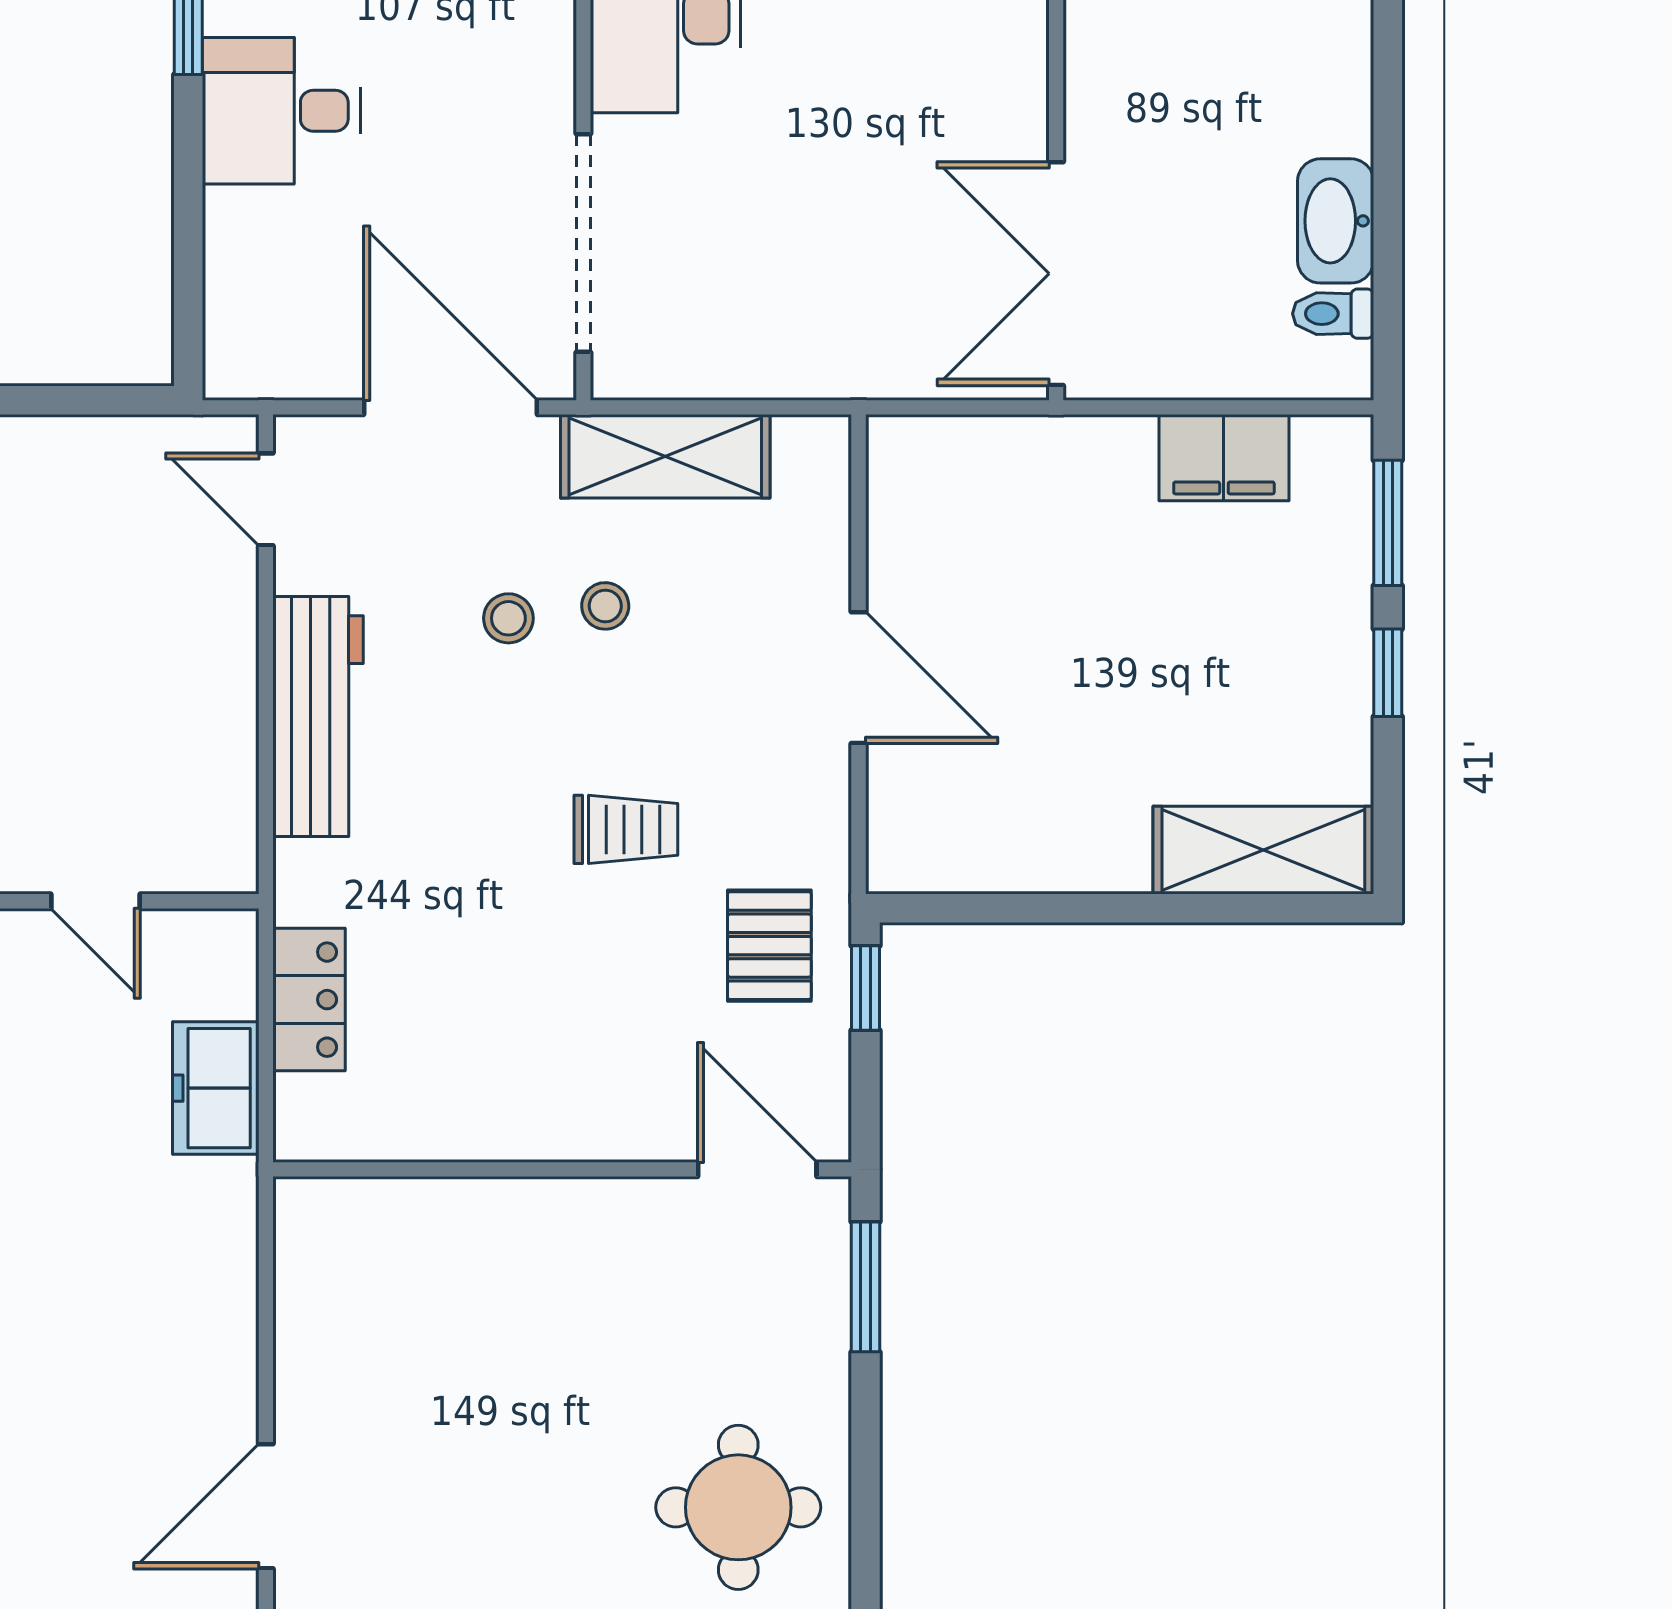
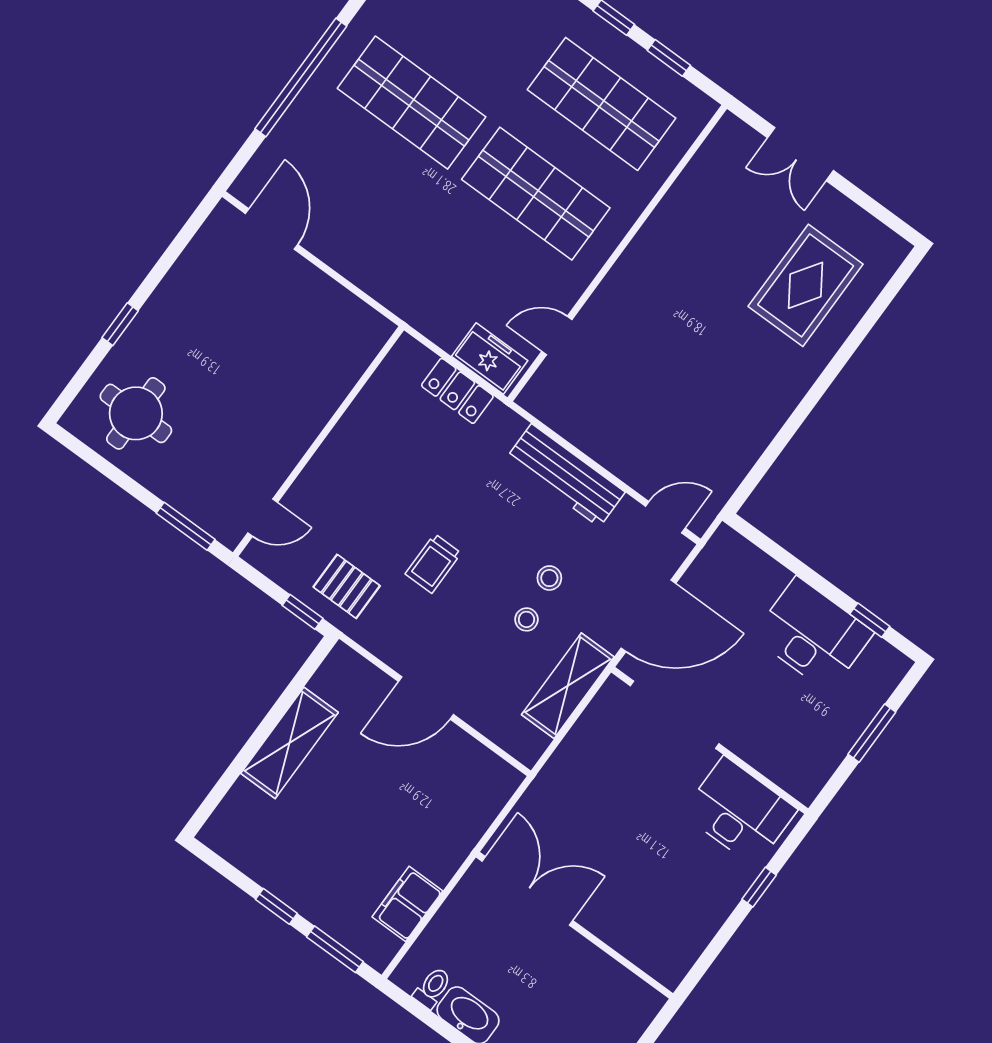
desk: (282, 111) -> (813, 635), width x1.37
shelving: (1263, 850) -> (289, 743), moved
freezer: (216, 1088) -> (490, 358), moved
door: (757, 1169) -> (263, 518), width x0.73

